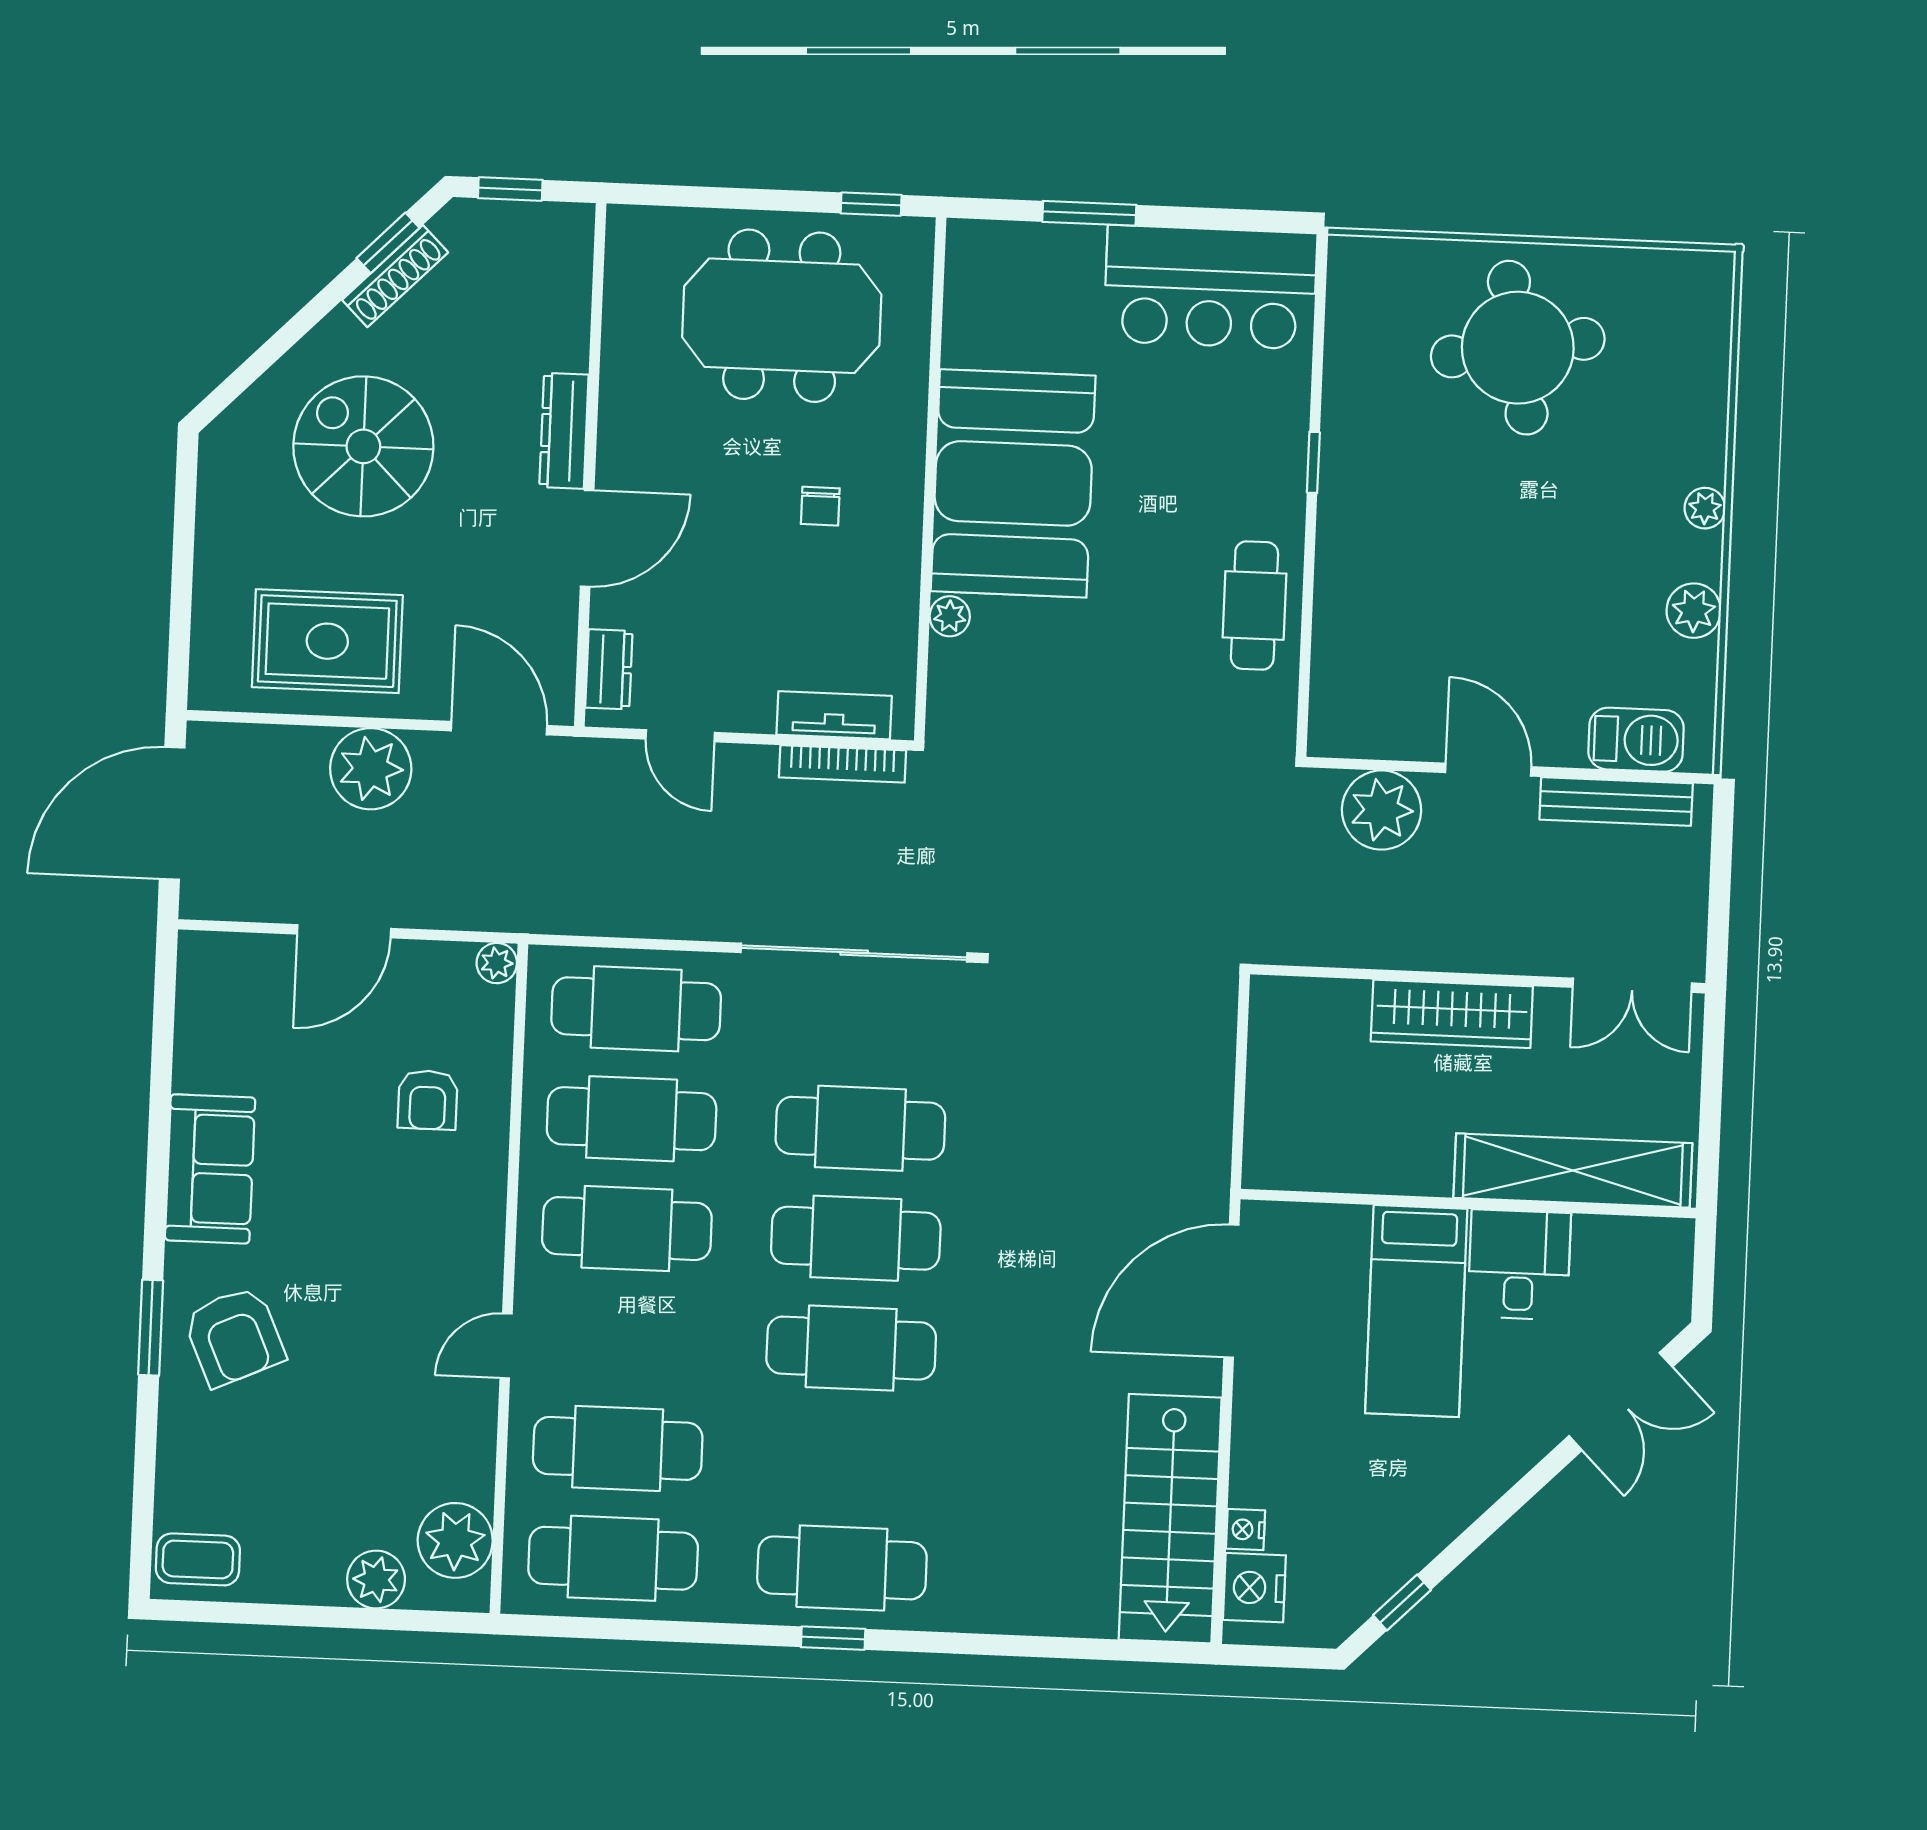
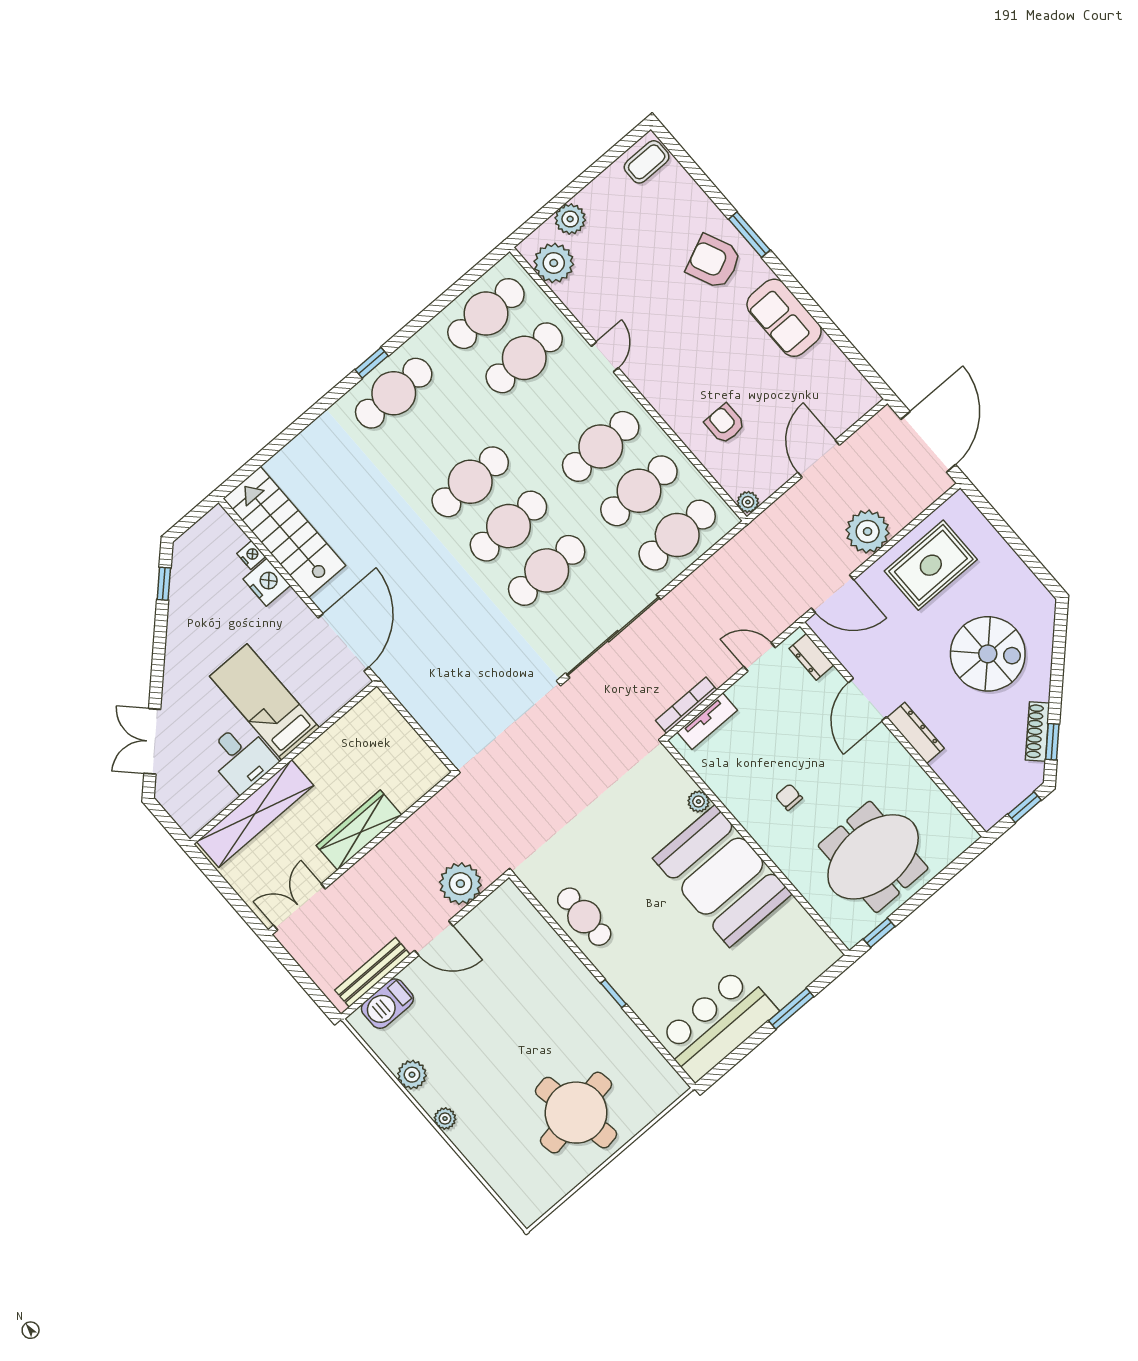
nightstand: (1254, 1588) -> (267, 582), moved

